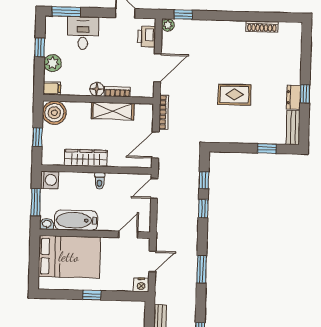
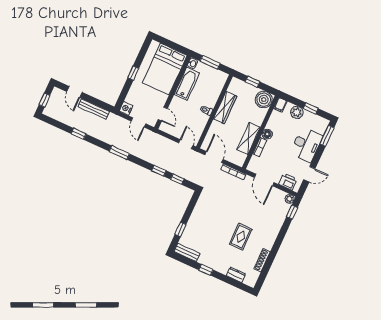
desk: (83, 33) -> (306, 145), width x1.37
rug: (234, 95) -> (241, 237), moved
dresser: (294, 97) -> (236, 275), moved
washing machine: (50, 180) -> (221, 78), removed

